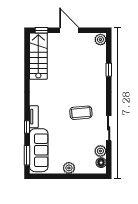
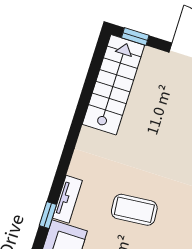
coffee table: (81, 113) -> (134, 210), moved

